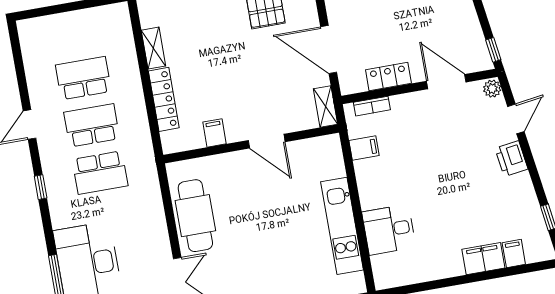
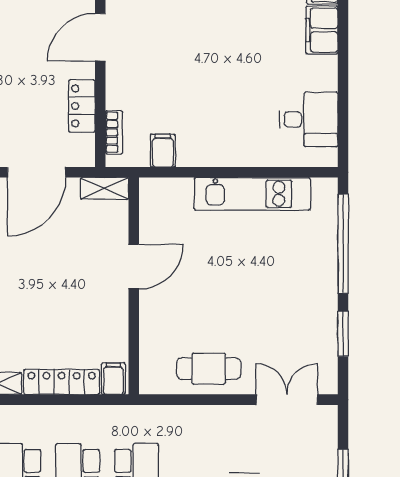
filing cabinet: (214, 133) -> (113, 379), moved, turned 90
cafe table: (195, 216) -> (209, 369), width x0.73, depth x0.74
desk: (389, 230) -> (309, 119), moved, turned -90

